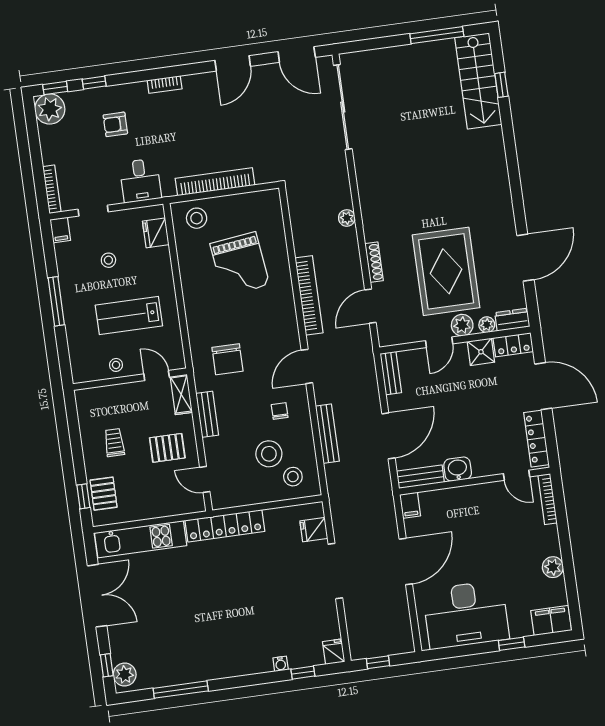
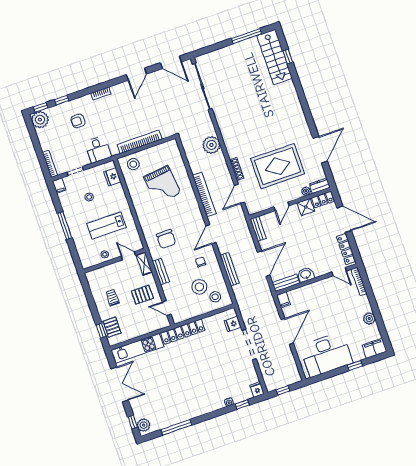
plant: (347, 218) -> (211, 145), width x1.87, depth x1.87
rug: (446, 271) -> (278, 166), turned 90
plant: (462, 325) -> (292, 194), removed

